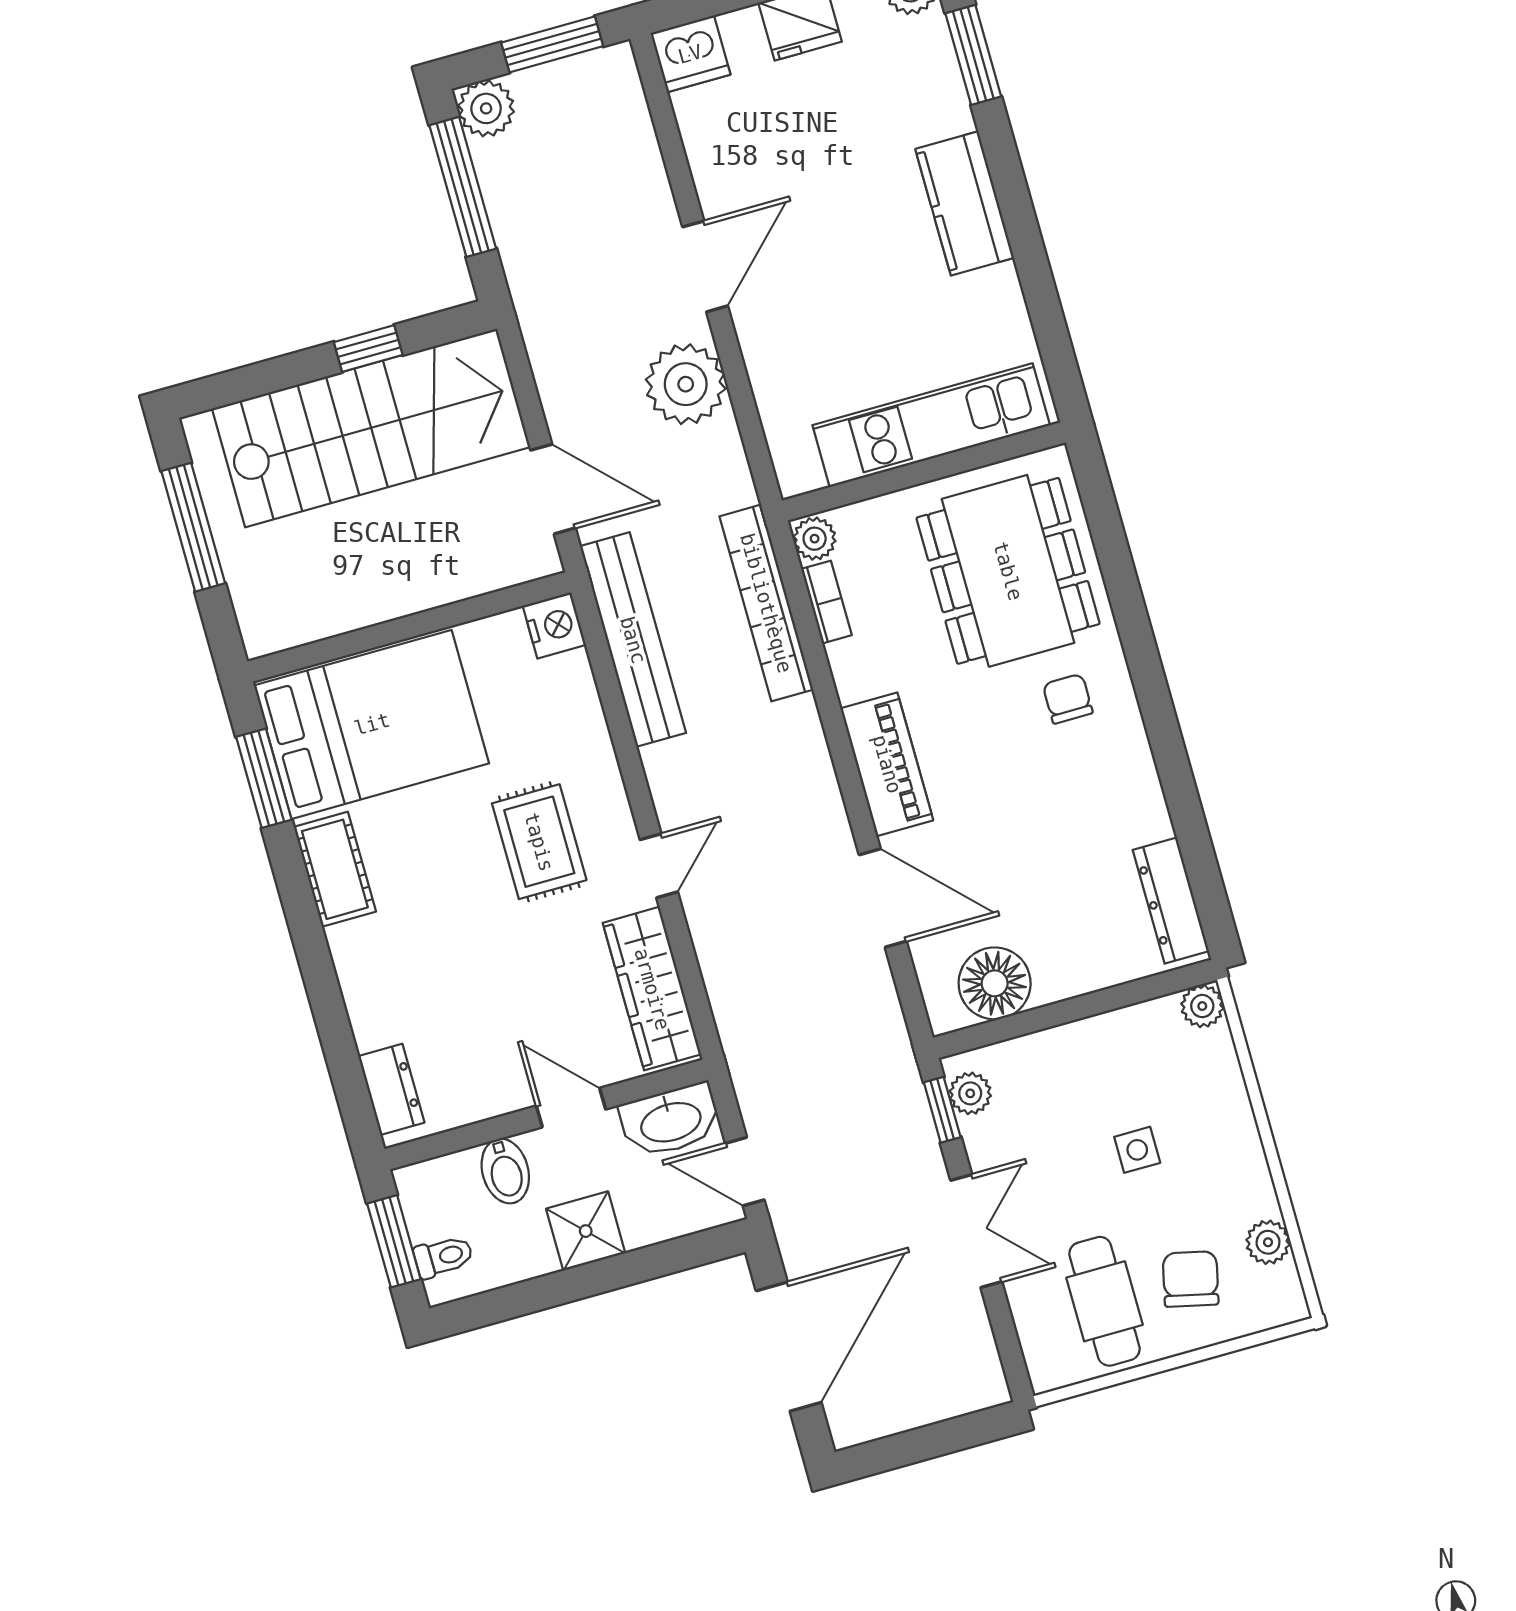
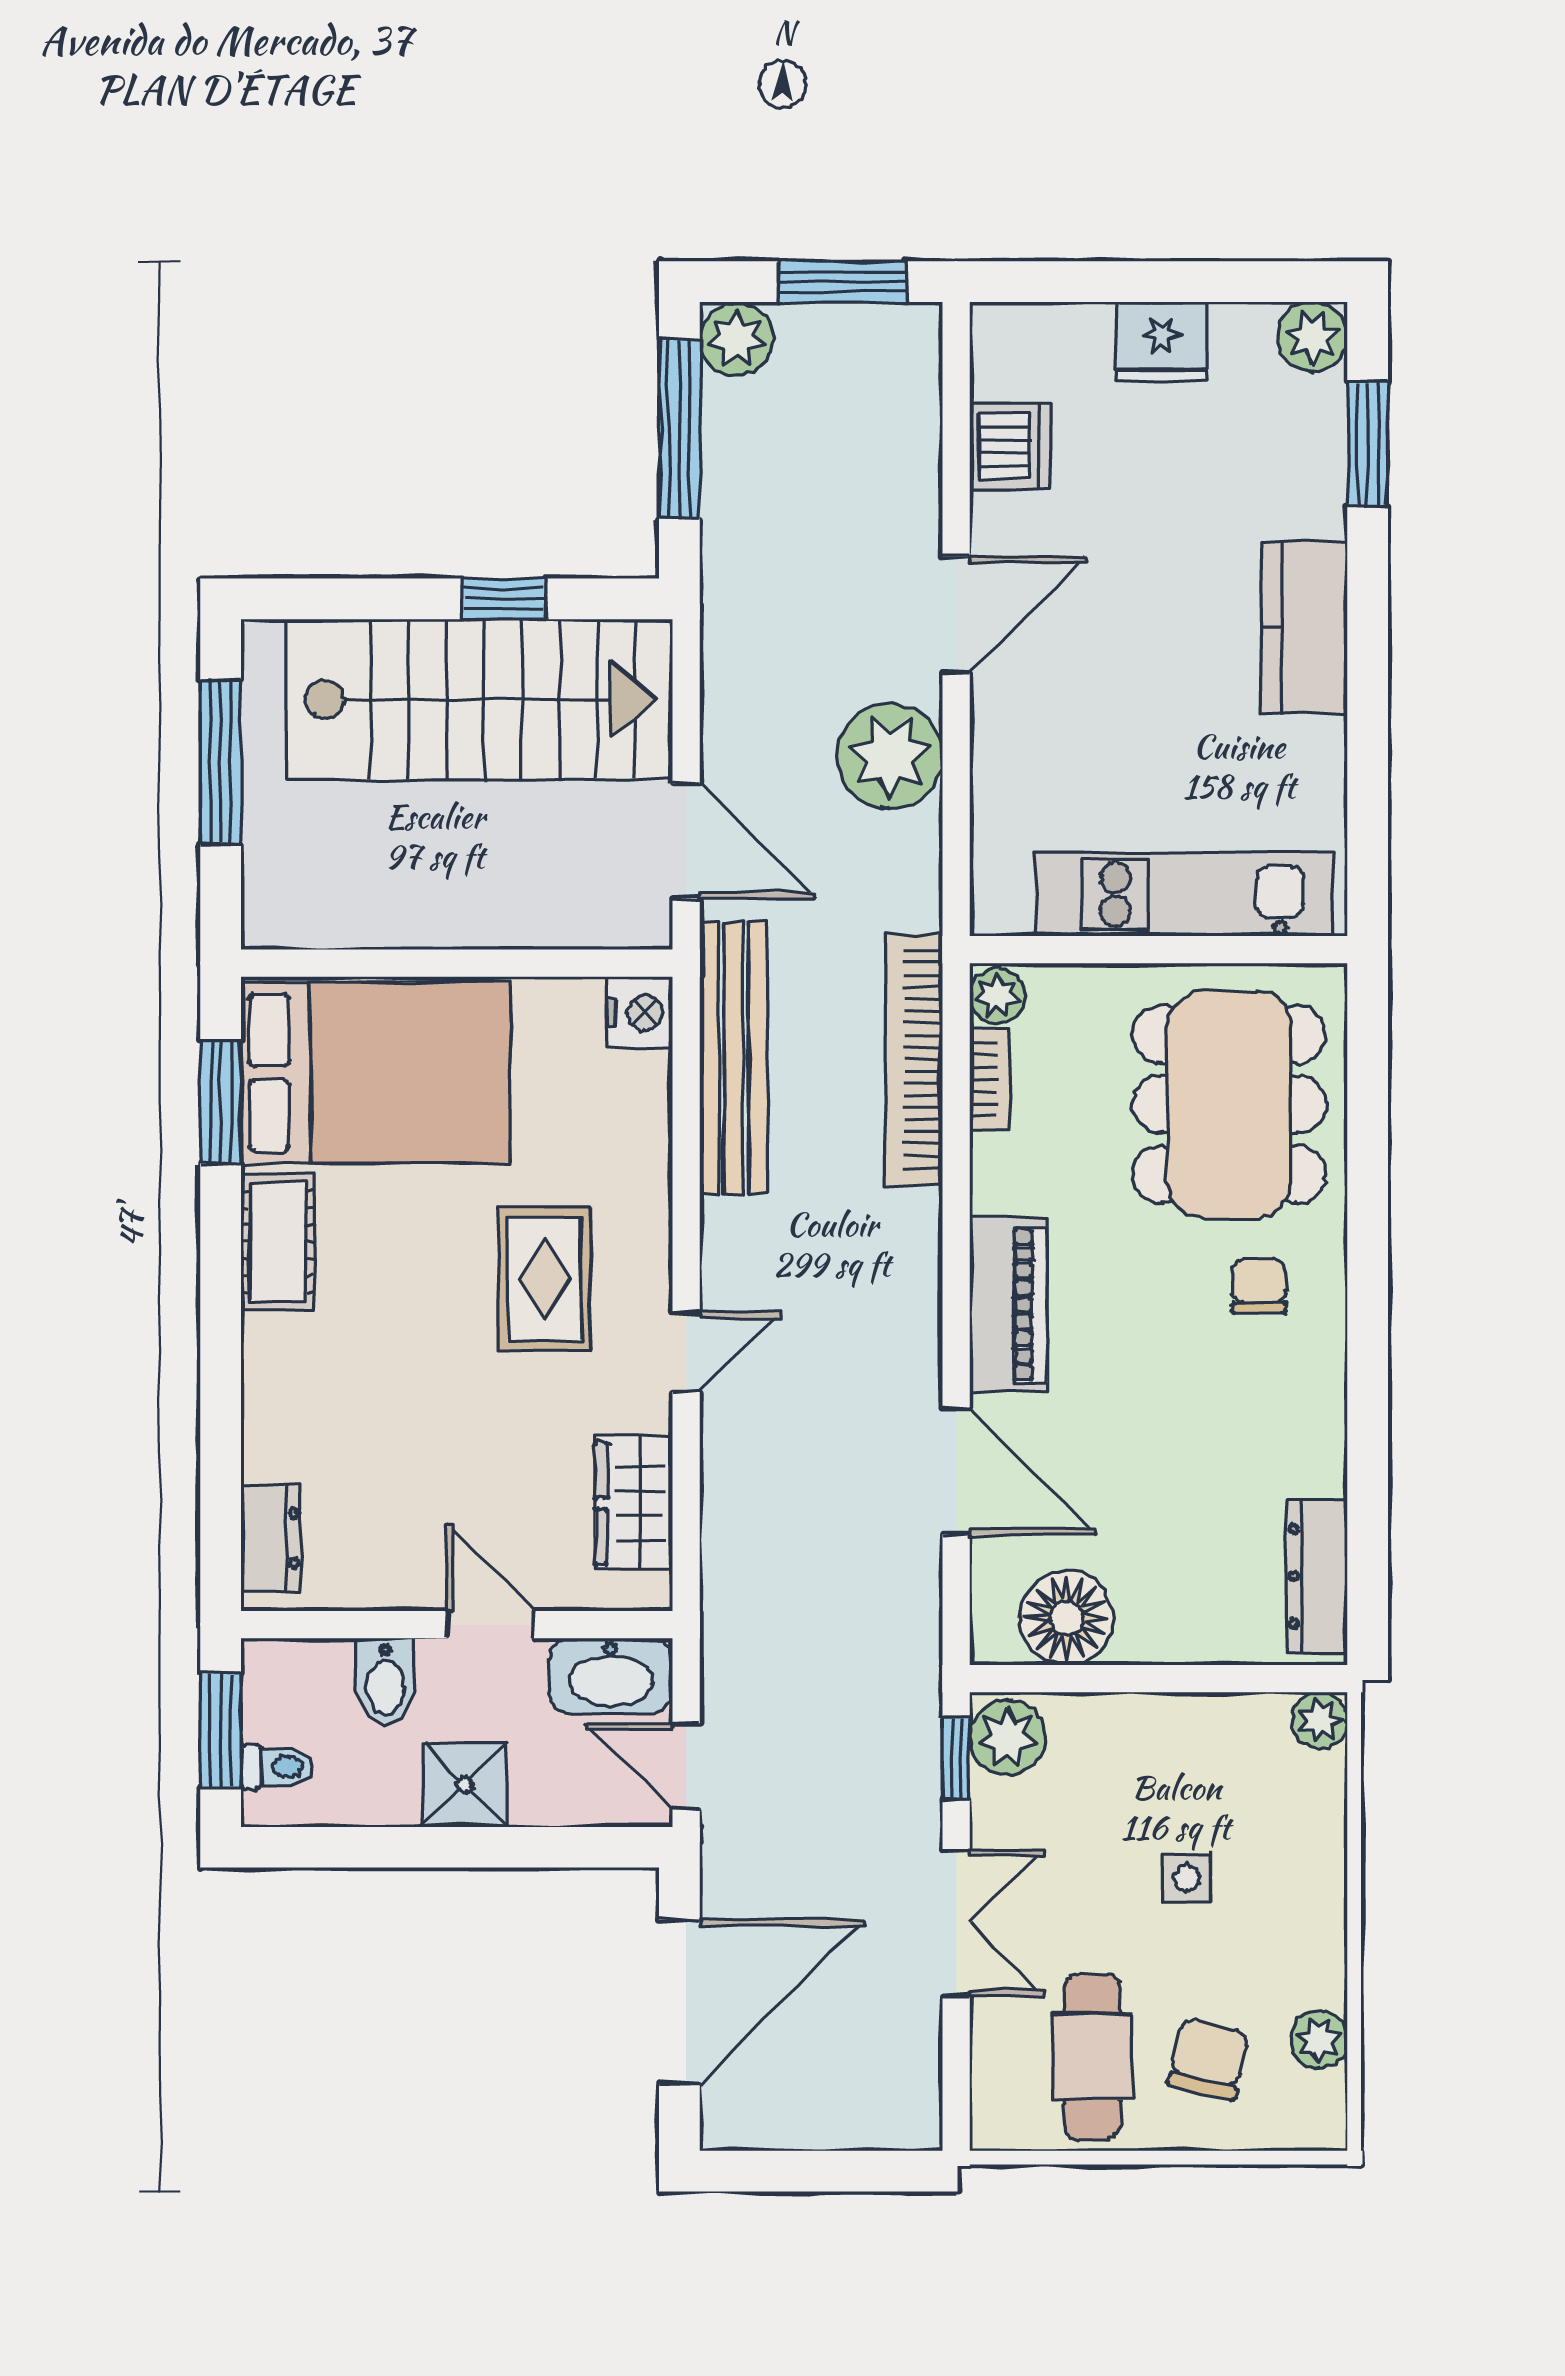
dishwasher: (690, 54) -> (1010, 447), moved, turned -90
wardrobe: (652, 989) -> (634, 1504), width x0.67
plant: (970, 1093) -> (1007, 1737), width x1.38, depth x1.38

